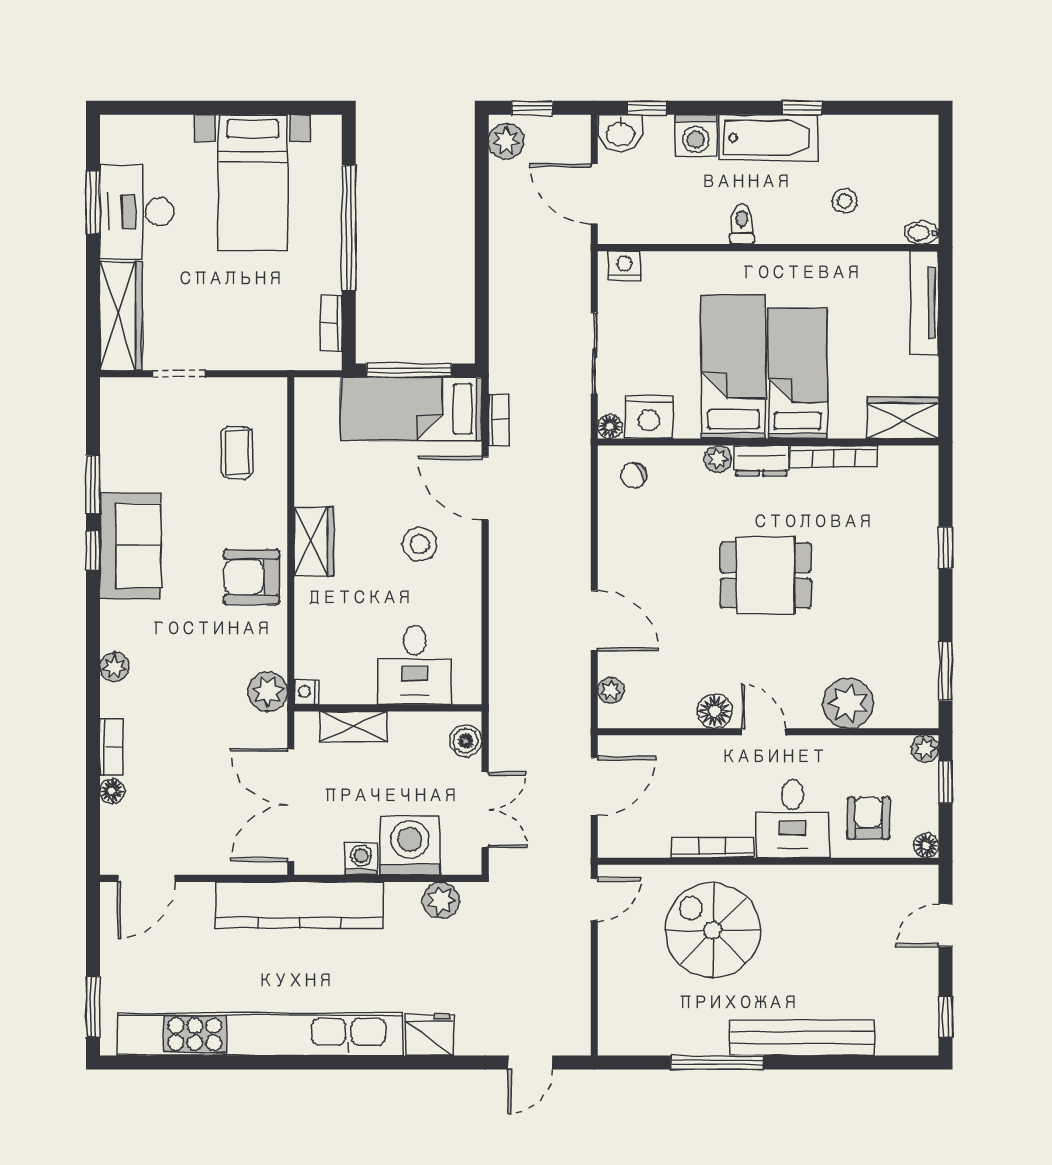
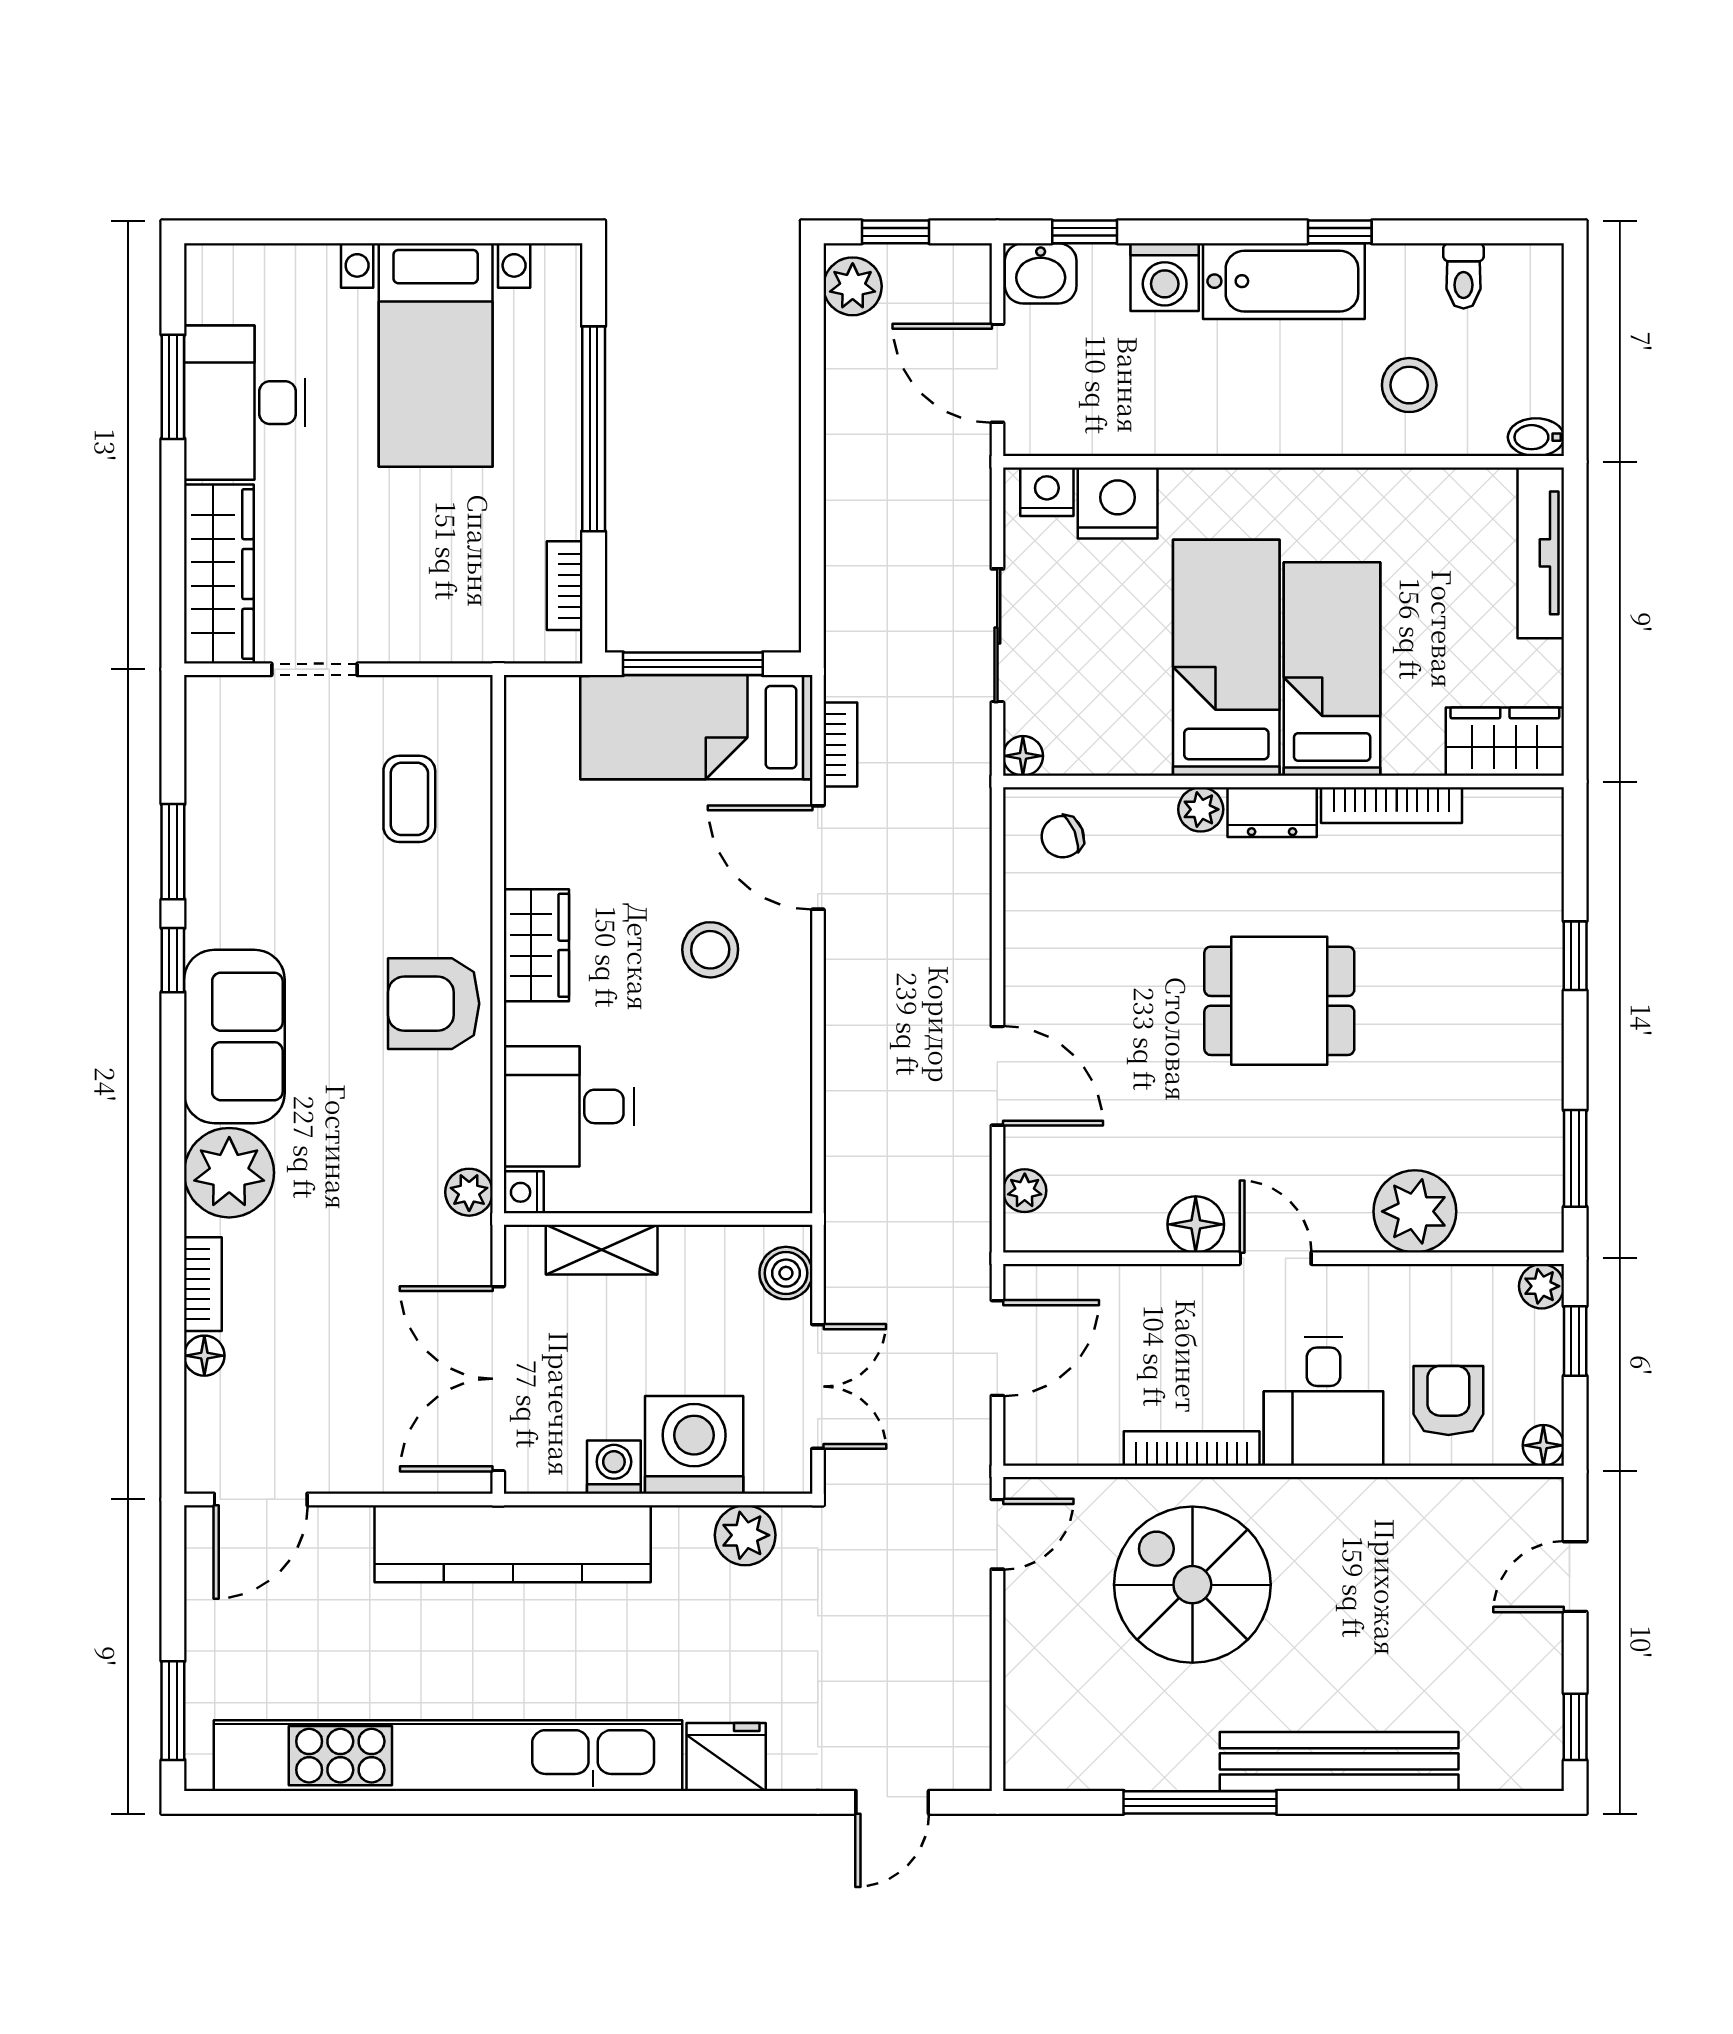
stool: (845, 201) -> (1409, 385), width x1.37, depth x1.37
toilet: (742, 224) -> (1464, 276), moved, turned 180
nightstand: (649, 417) -> (1118, 503), moved, turned 180
sofa: (130, 546) -> (234, 1036), moved
desk: (415, 665) -> (569, 1106), moved, turned 90
plant: (114, 667) -> (229, 1173), width x1.88, depth x1.88
plant: (268, 692) -> (469, 1192), width x0.73, depth x0.73

